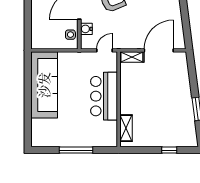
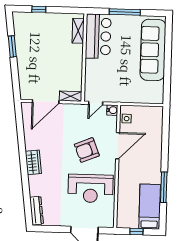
water cooler: (86, 29) -> (112, 110), moved
sofa: (44, 85) -> (153, 50), moved
bar counter: (104, 96) -> (98, 36), moved

